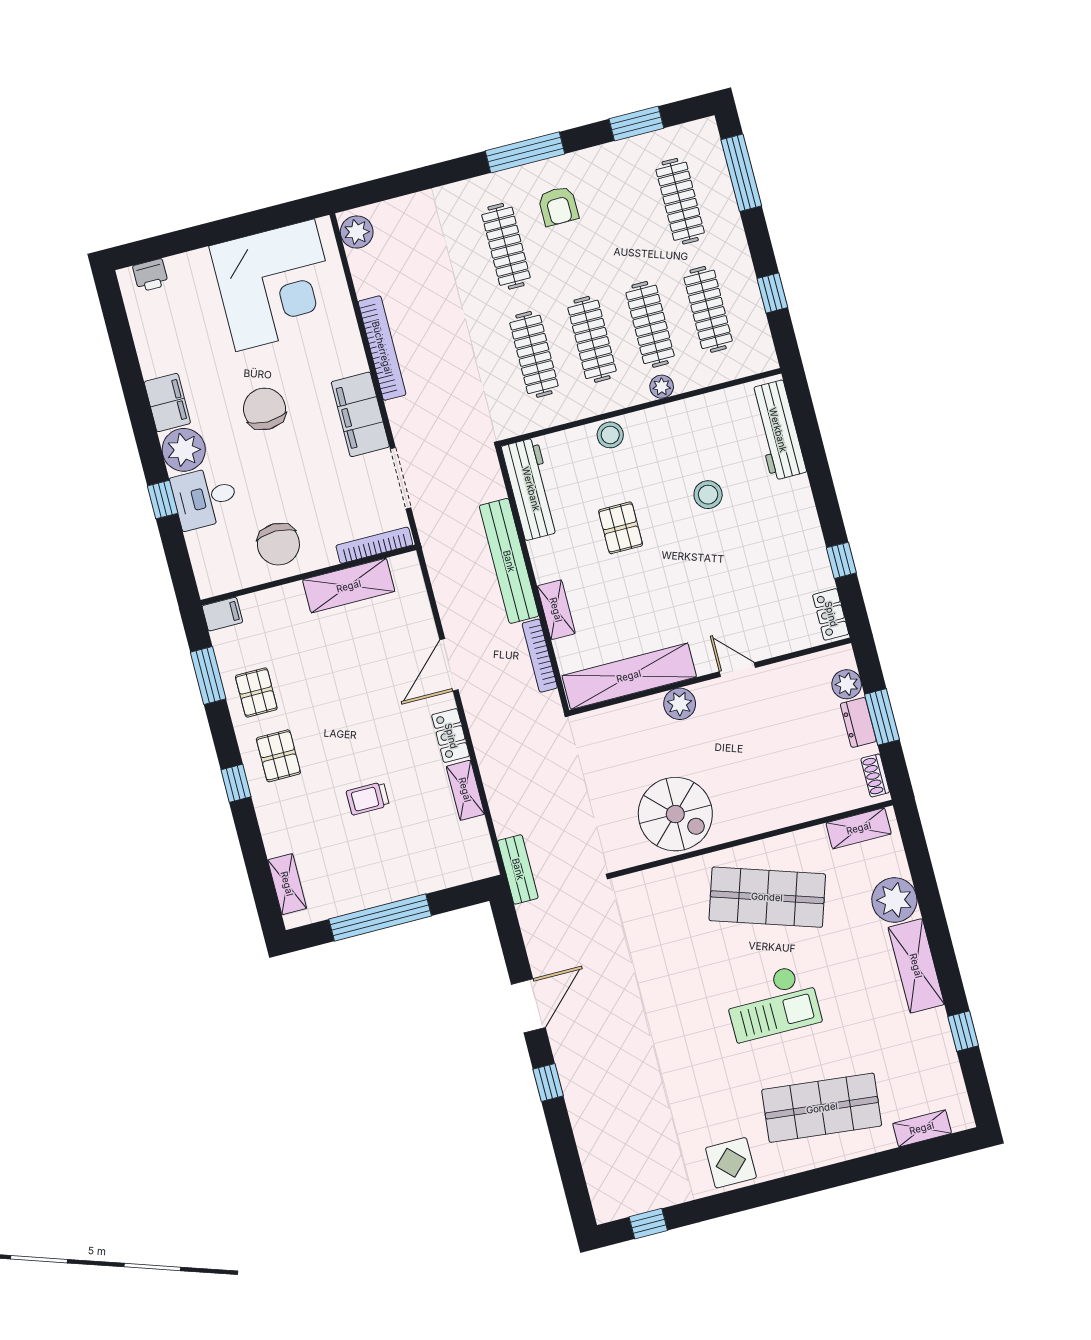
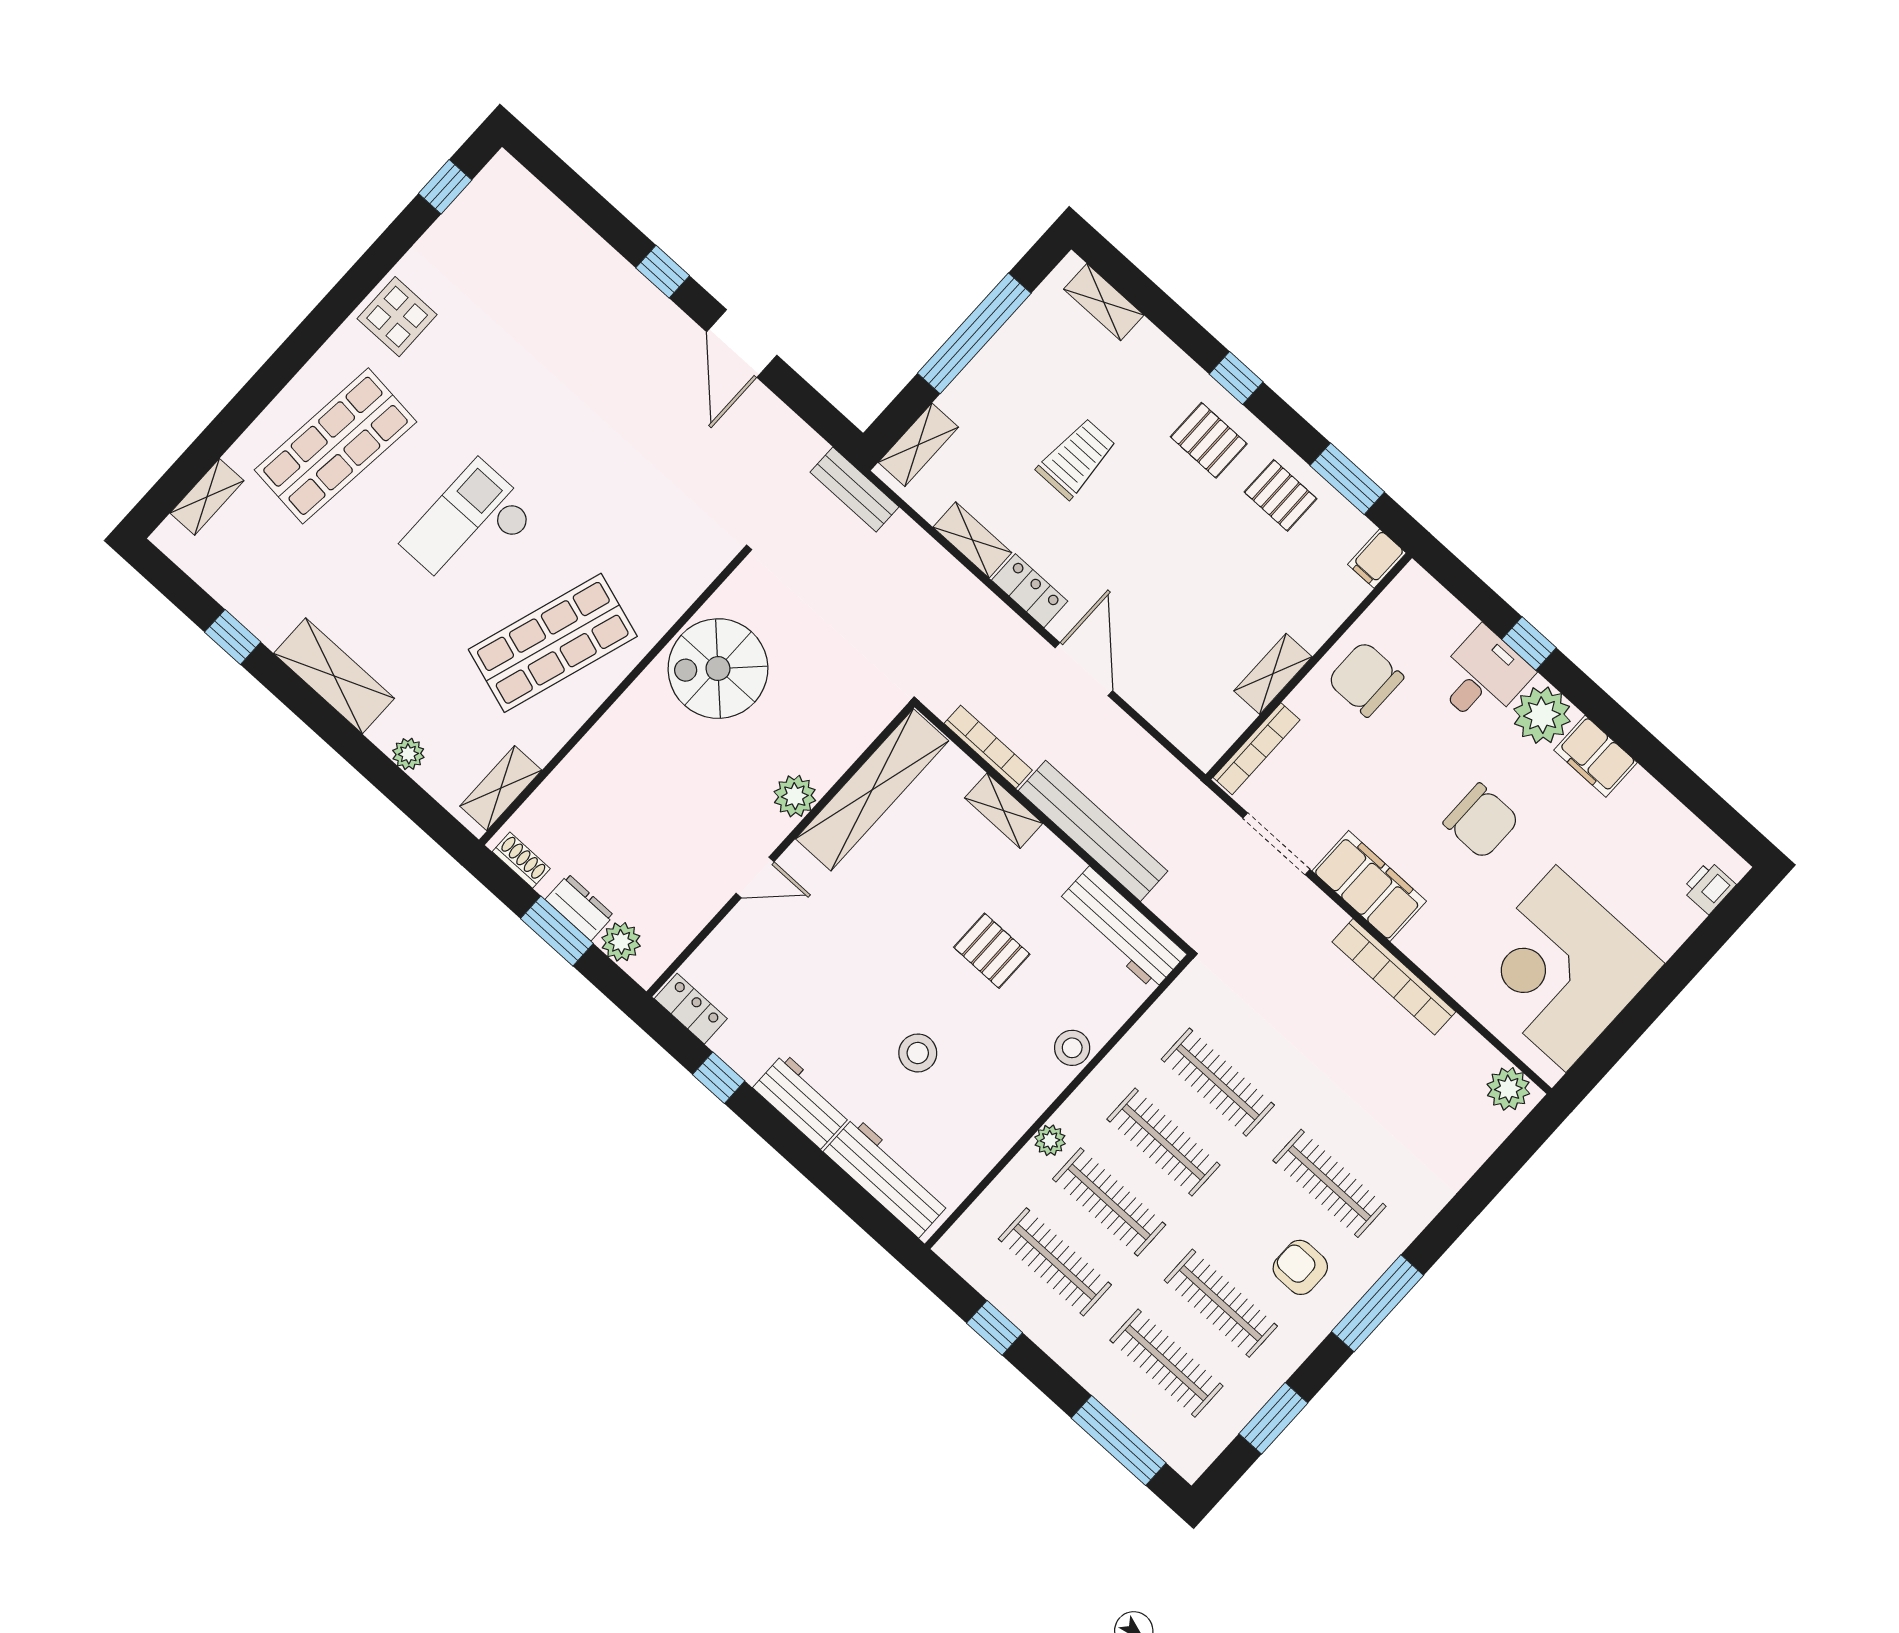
clothes rail: (622, 216) -> (1221, 1303), added
workbench: (799, 512) -> (802, 1101), added
shelving: (349, 586) -> (1273, 674), width x0.67, depth x0.75
trolley: (368, 798) -> (1076, 458), width x1.36, depth x1.39
shelving: (460, 871) -> (918, 445), added
plant: (894, 900) -> (408, 754), width x0.53, depth x0.53

